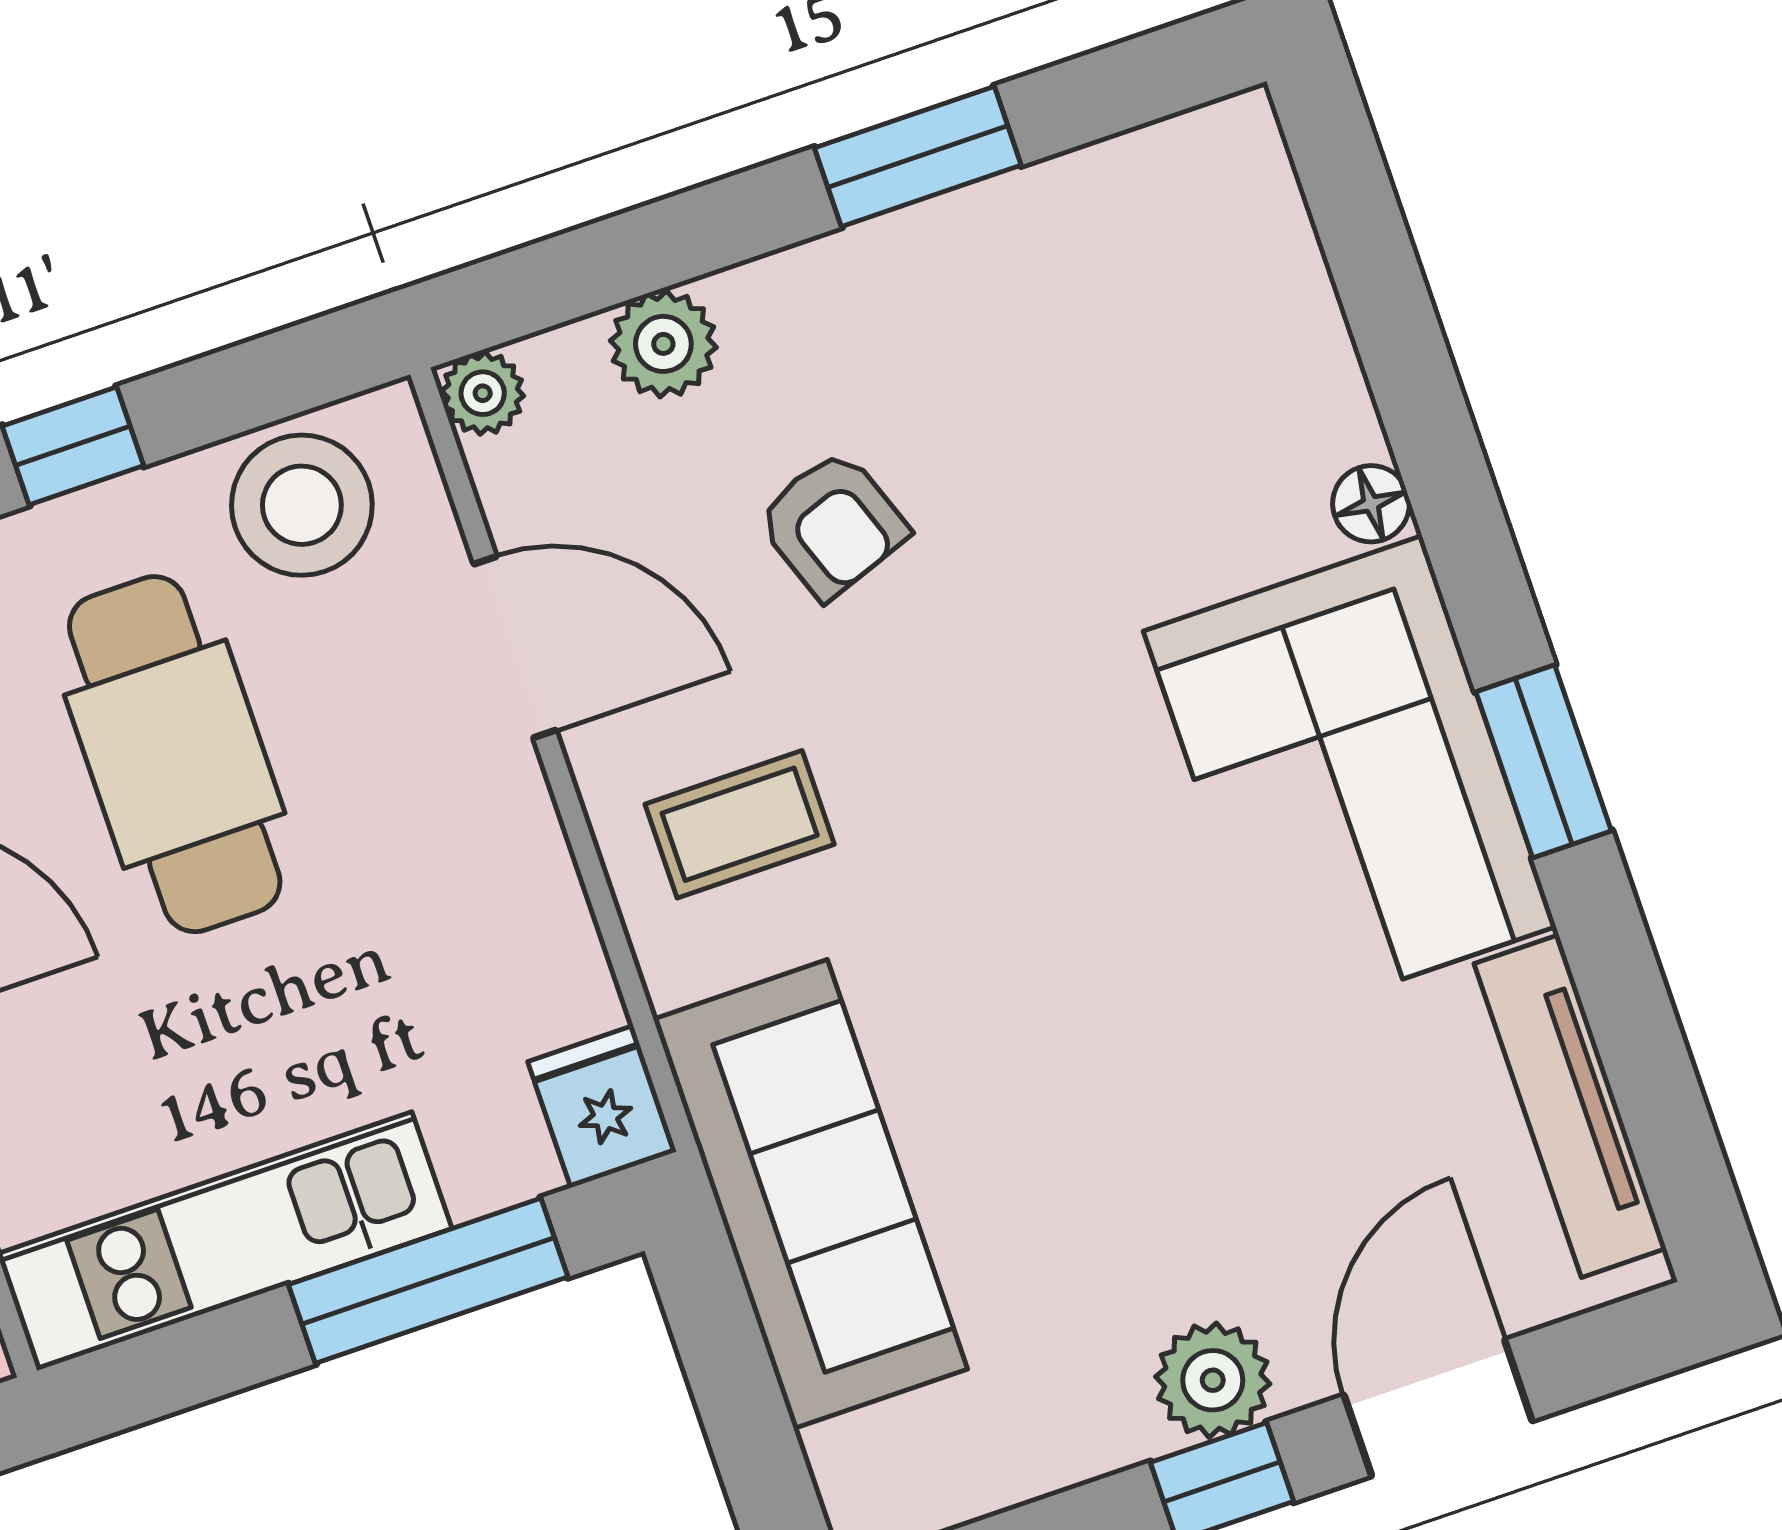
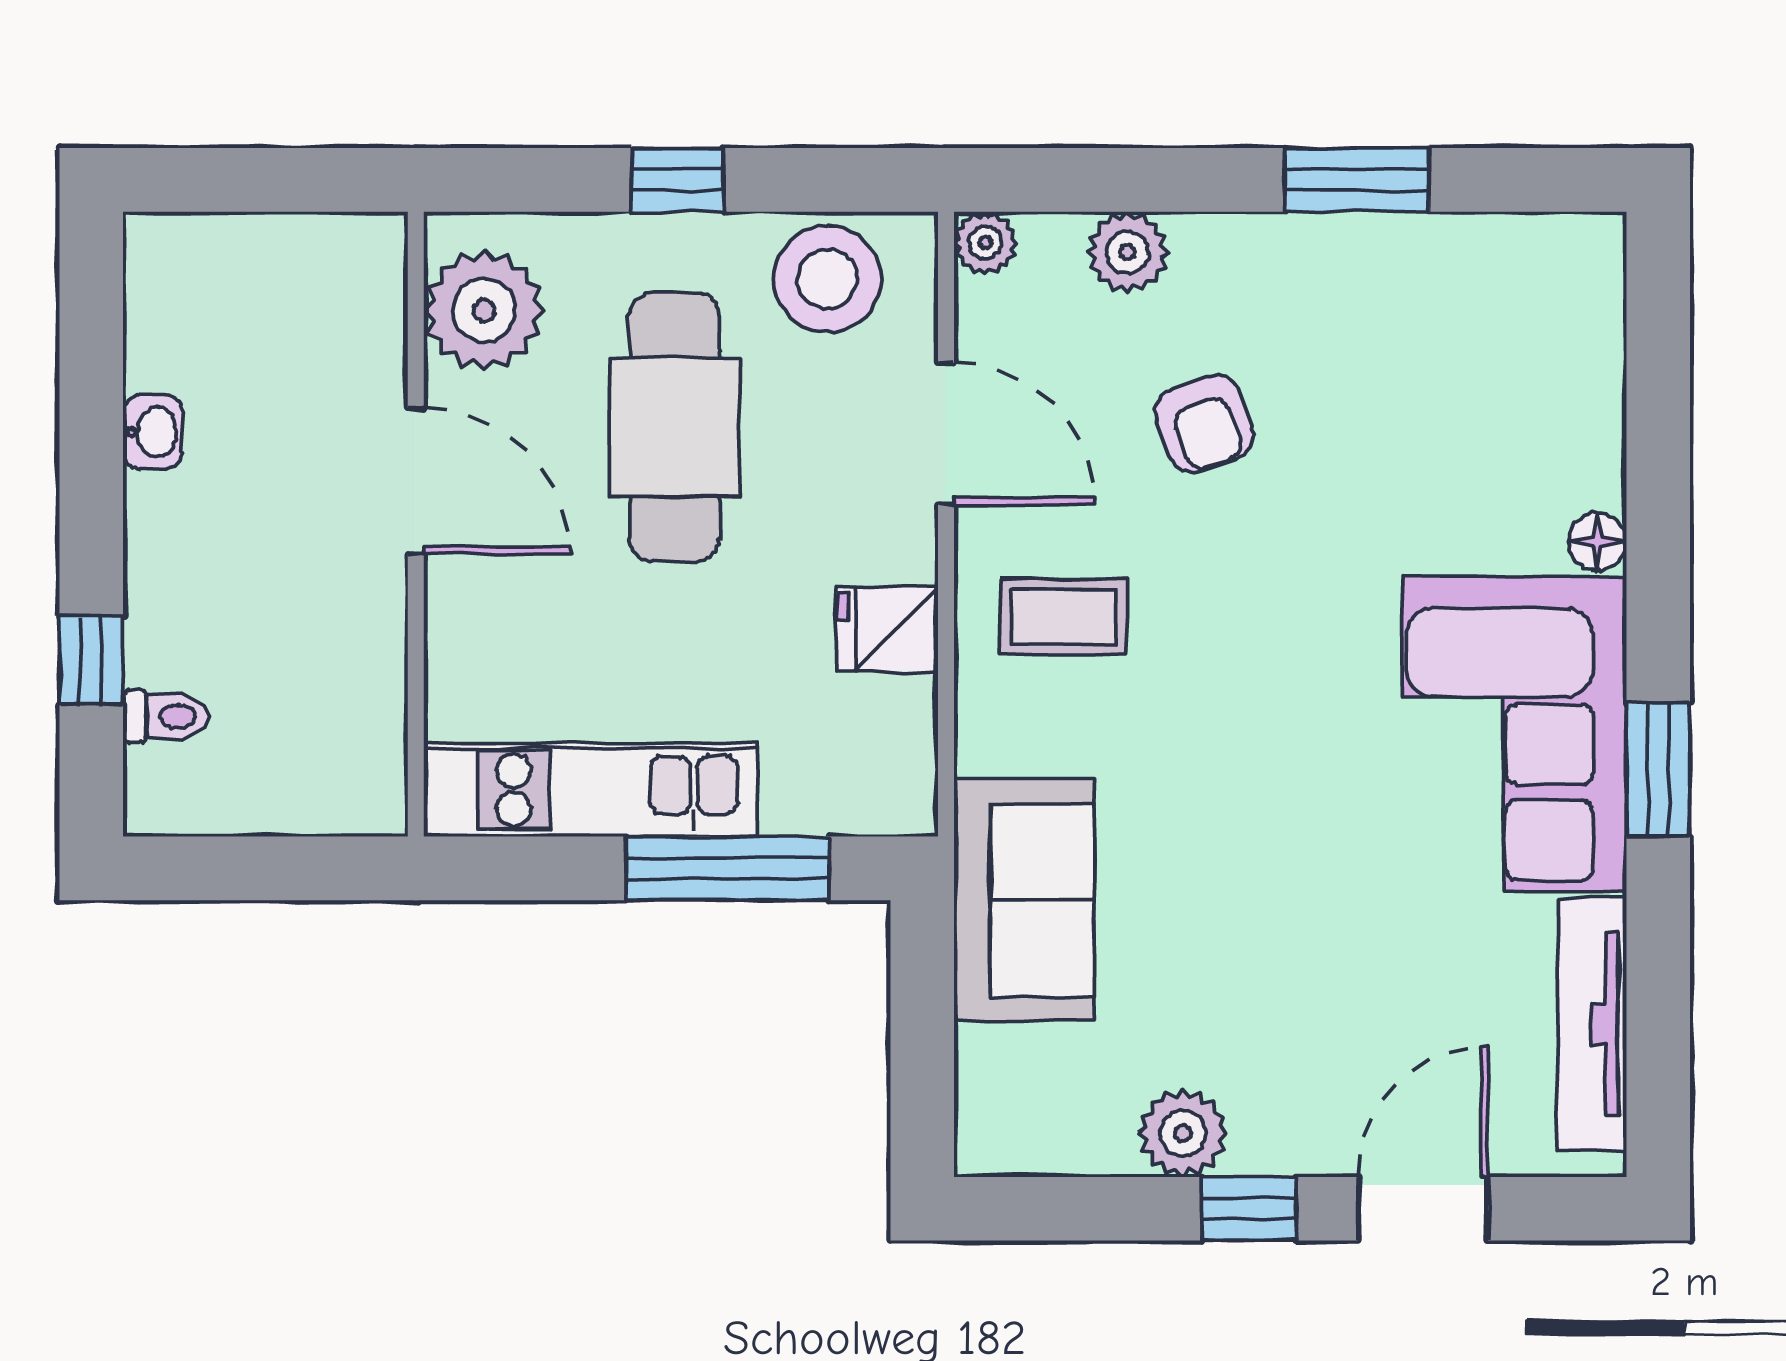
fridge: (602, 1107) -> (887, 629), moved, turned -90
sofa: (810, 1194) -> (1024, 900), width x0.73
plant: (1213, 1380) -> (1183, 1133), moved

